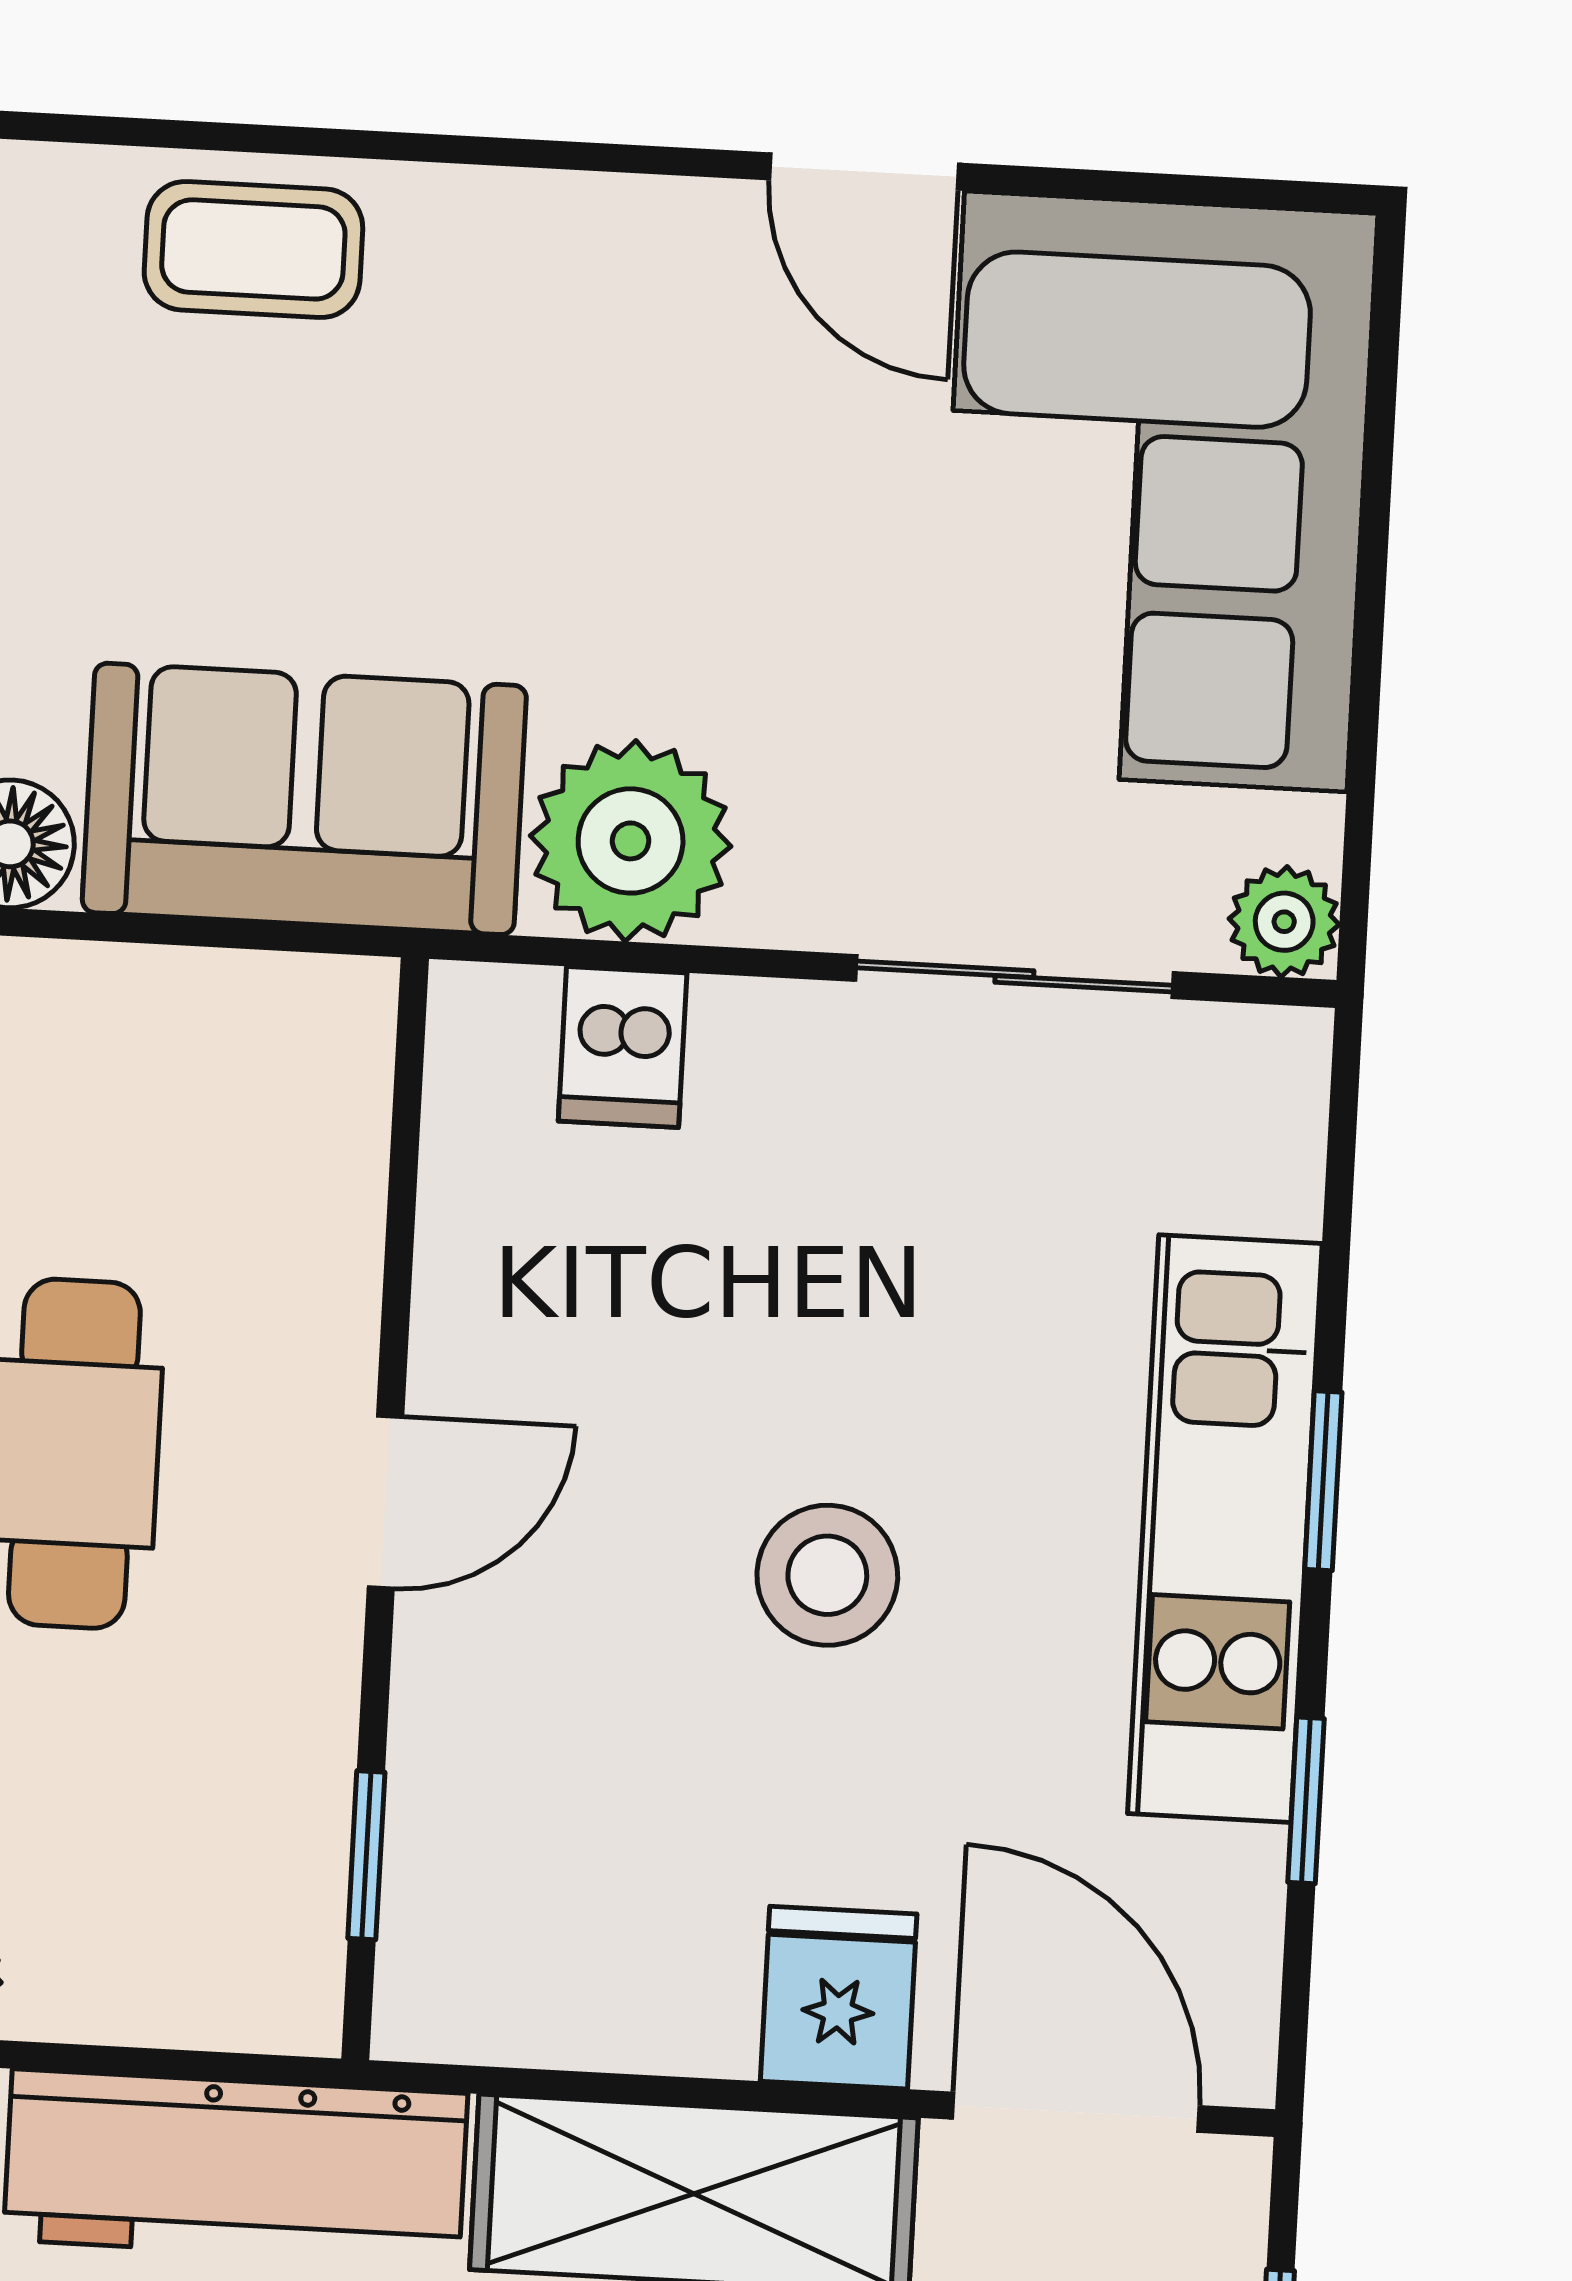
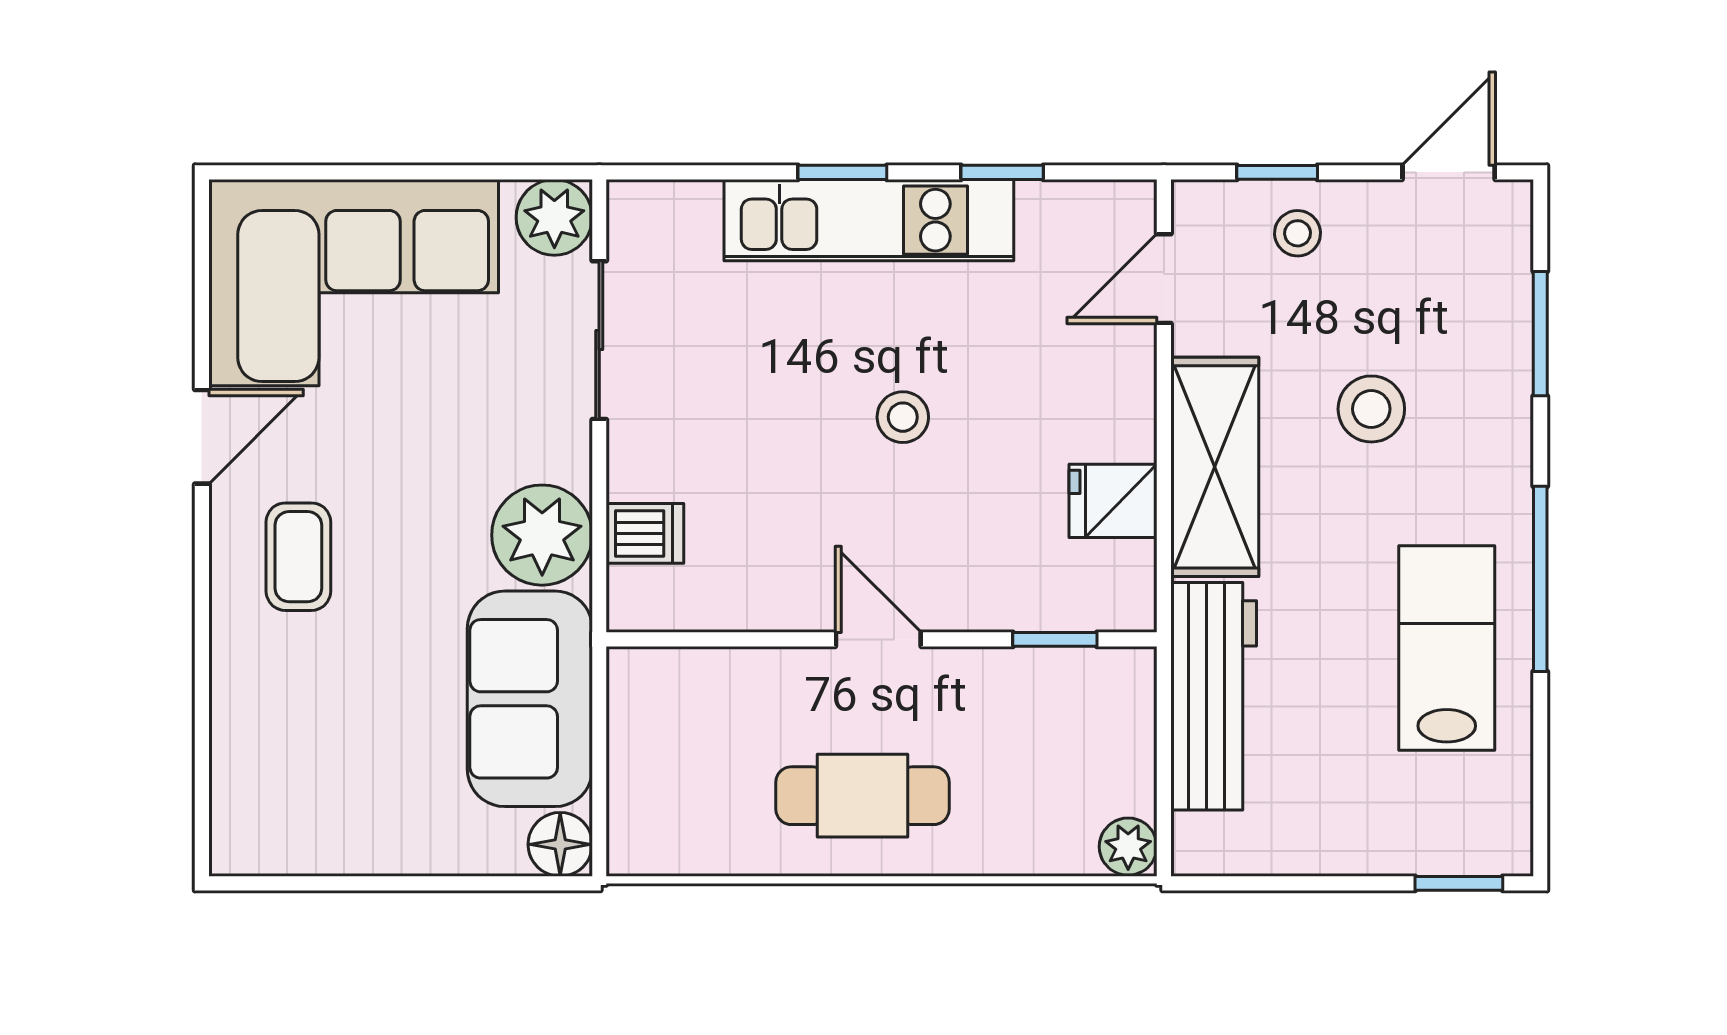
coffee table: (253, 249) -> (298, 557), moved
plant: (1284, 922) -> (554, 217), width x1.38, depth x1.38
stool: (827, 1575) -> (903, 417), width x0.73, depth x0.73
fridge: (839, 1998) -> (1113, 501), moved
door: (1076, 2112) -> (1164, 279), width x0.73

